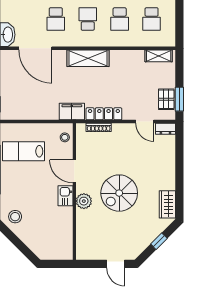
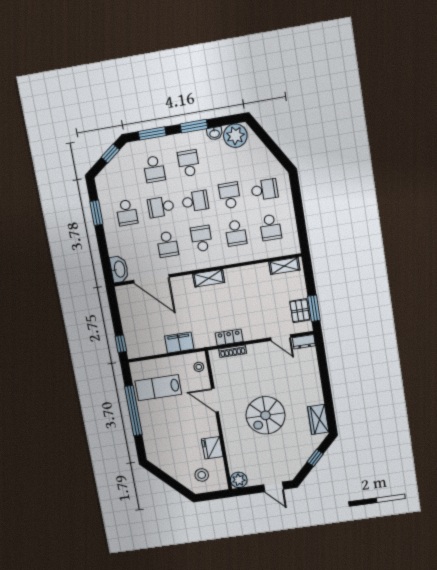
shelving: (88, 58) -> (209, 278), width x0.67, depth x0.75
filing cabinet: (72, 112) -> (179, 343), moved
locker: (104, 114) -> (229, 337), width x0.66
kitchen sink: (65, 196) -> (210, 426), removed
plant: (84, 201) -> (239, 480), moved
stool: (15, 217) -> (202, 475), moved
fridge: (64, 217) -> (212, 448), added

